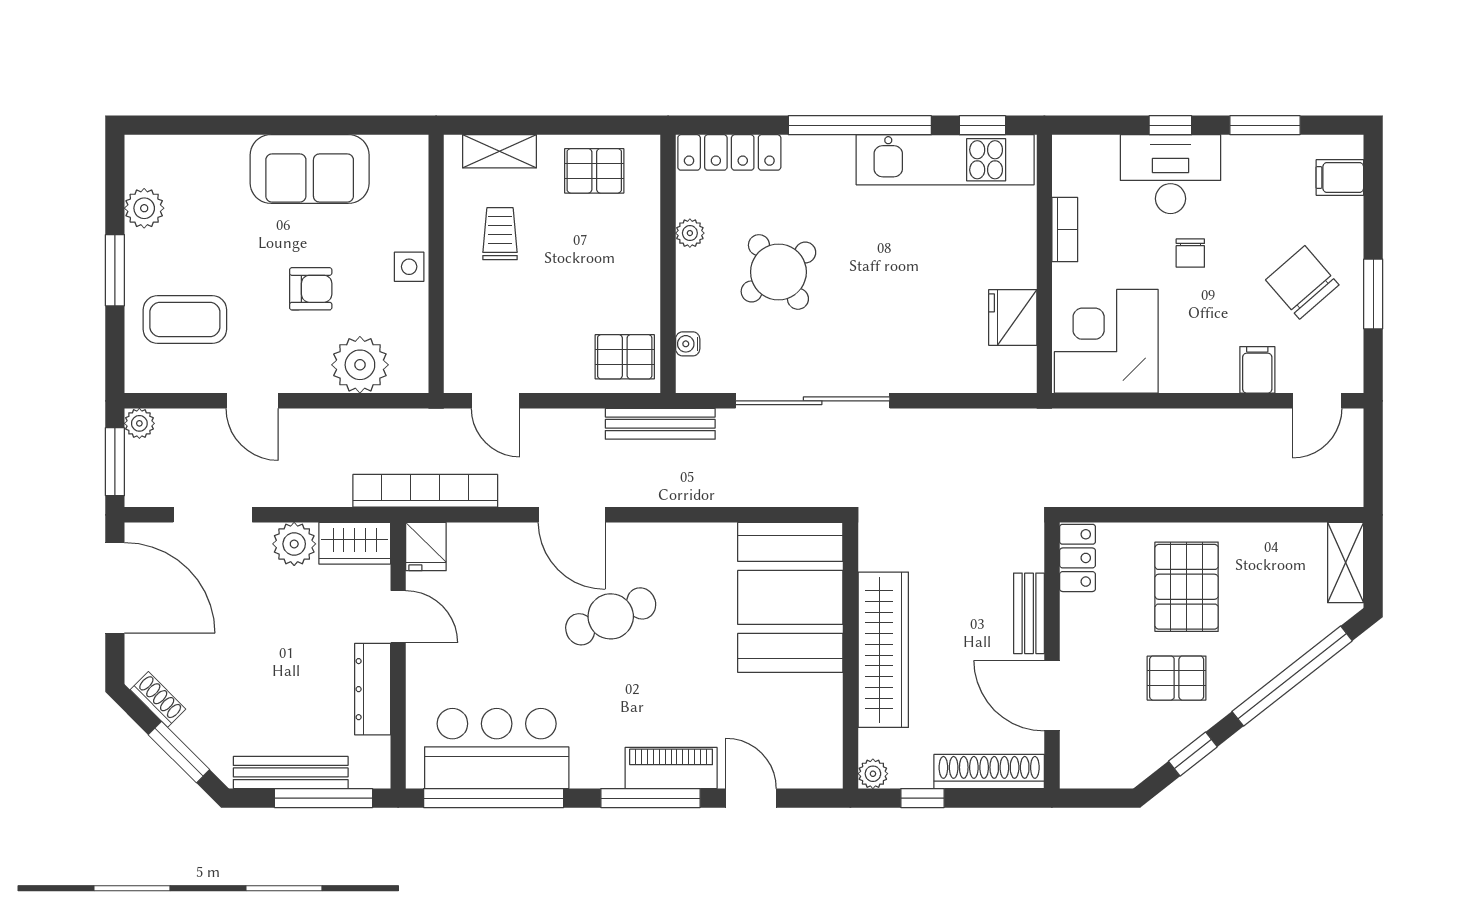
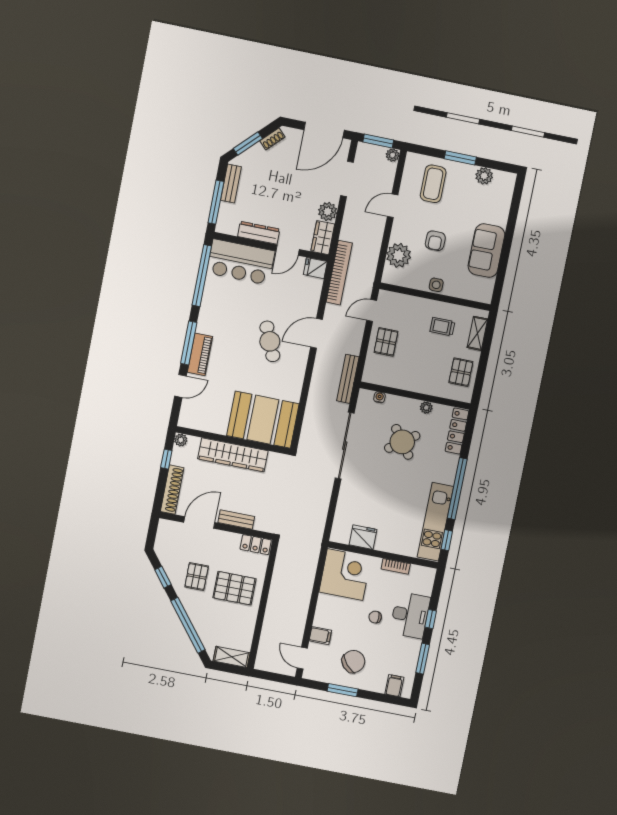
trolley: (500, 234) -> (442, 327), turned 180
pallet: (625, 357) -> (386, 342), moved
bar counter: (497, 748) -> (241, 262), moved, turned 90
bench: (291, 772) -> (231, 184), width x0.73

